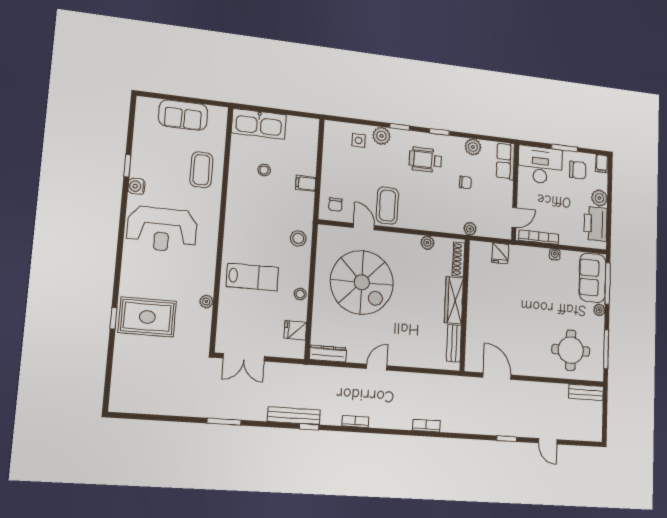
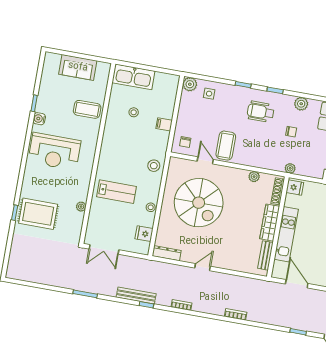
plant: (381, 136) -> (190, 84), moved
coffee table: (201, 170) -> (87, 109), turned 90
fridge: (500, 253) -> (295, 188), moved, turned -90
kitchen unit: (476, 313) -> (286, 234), added

